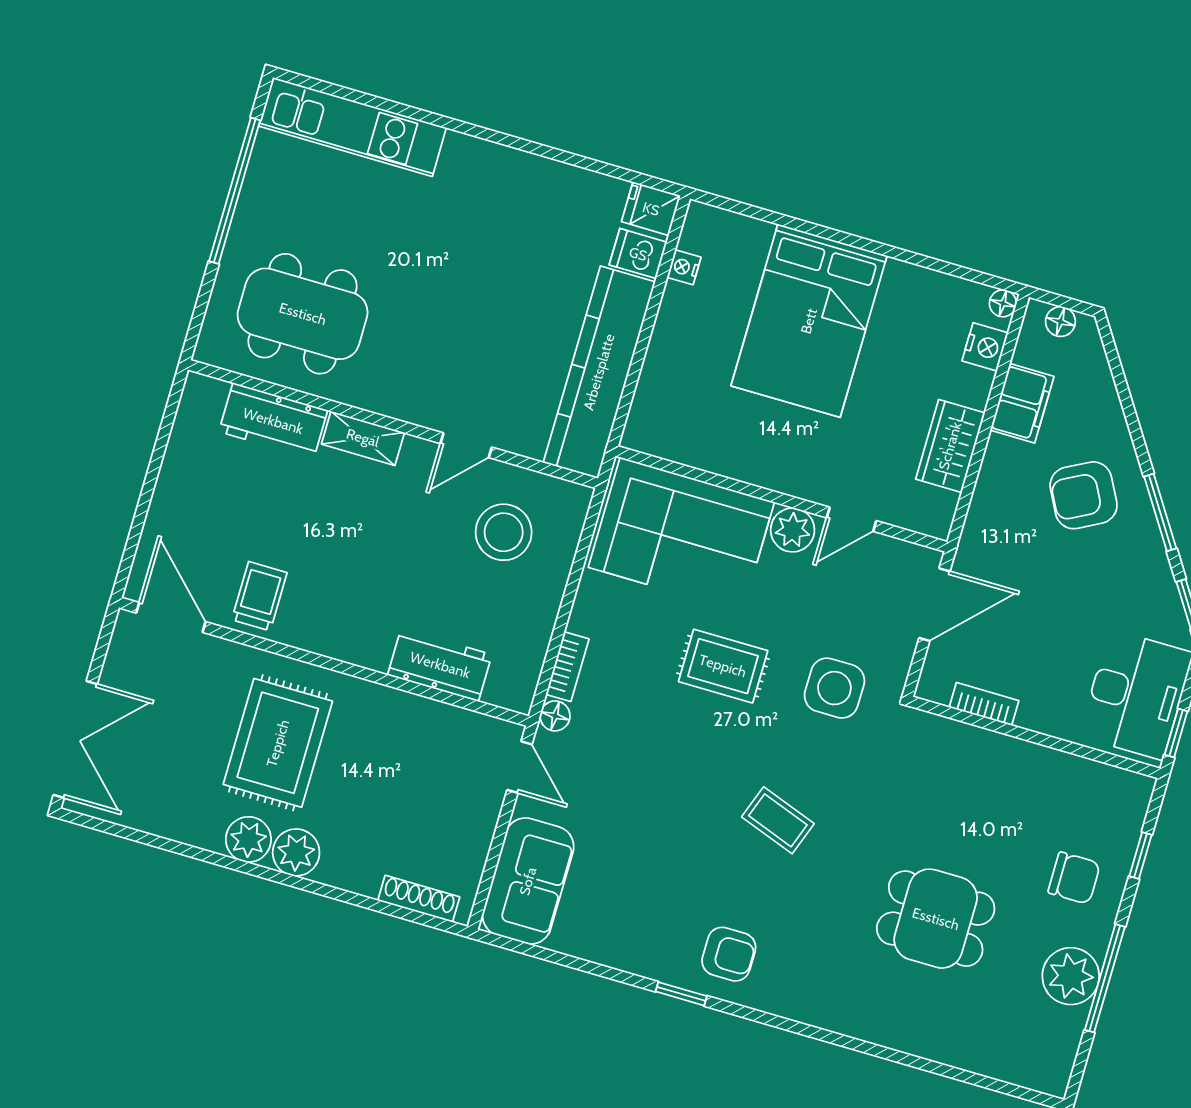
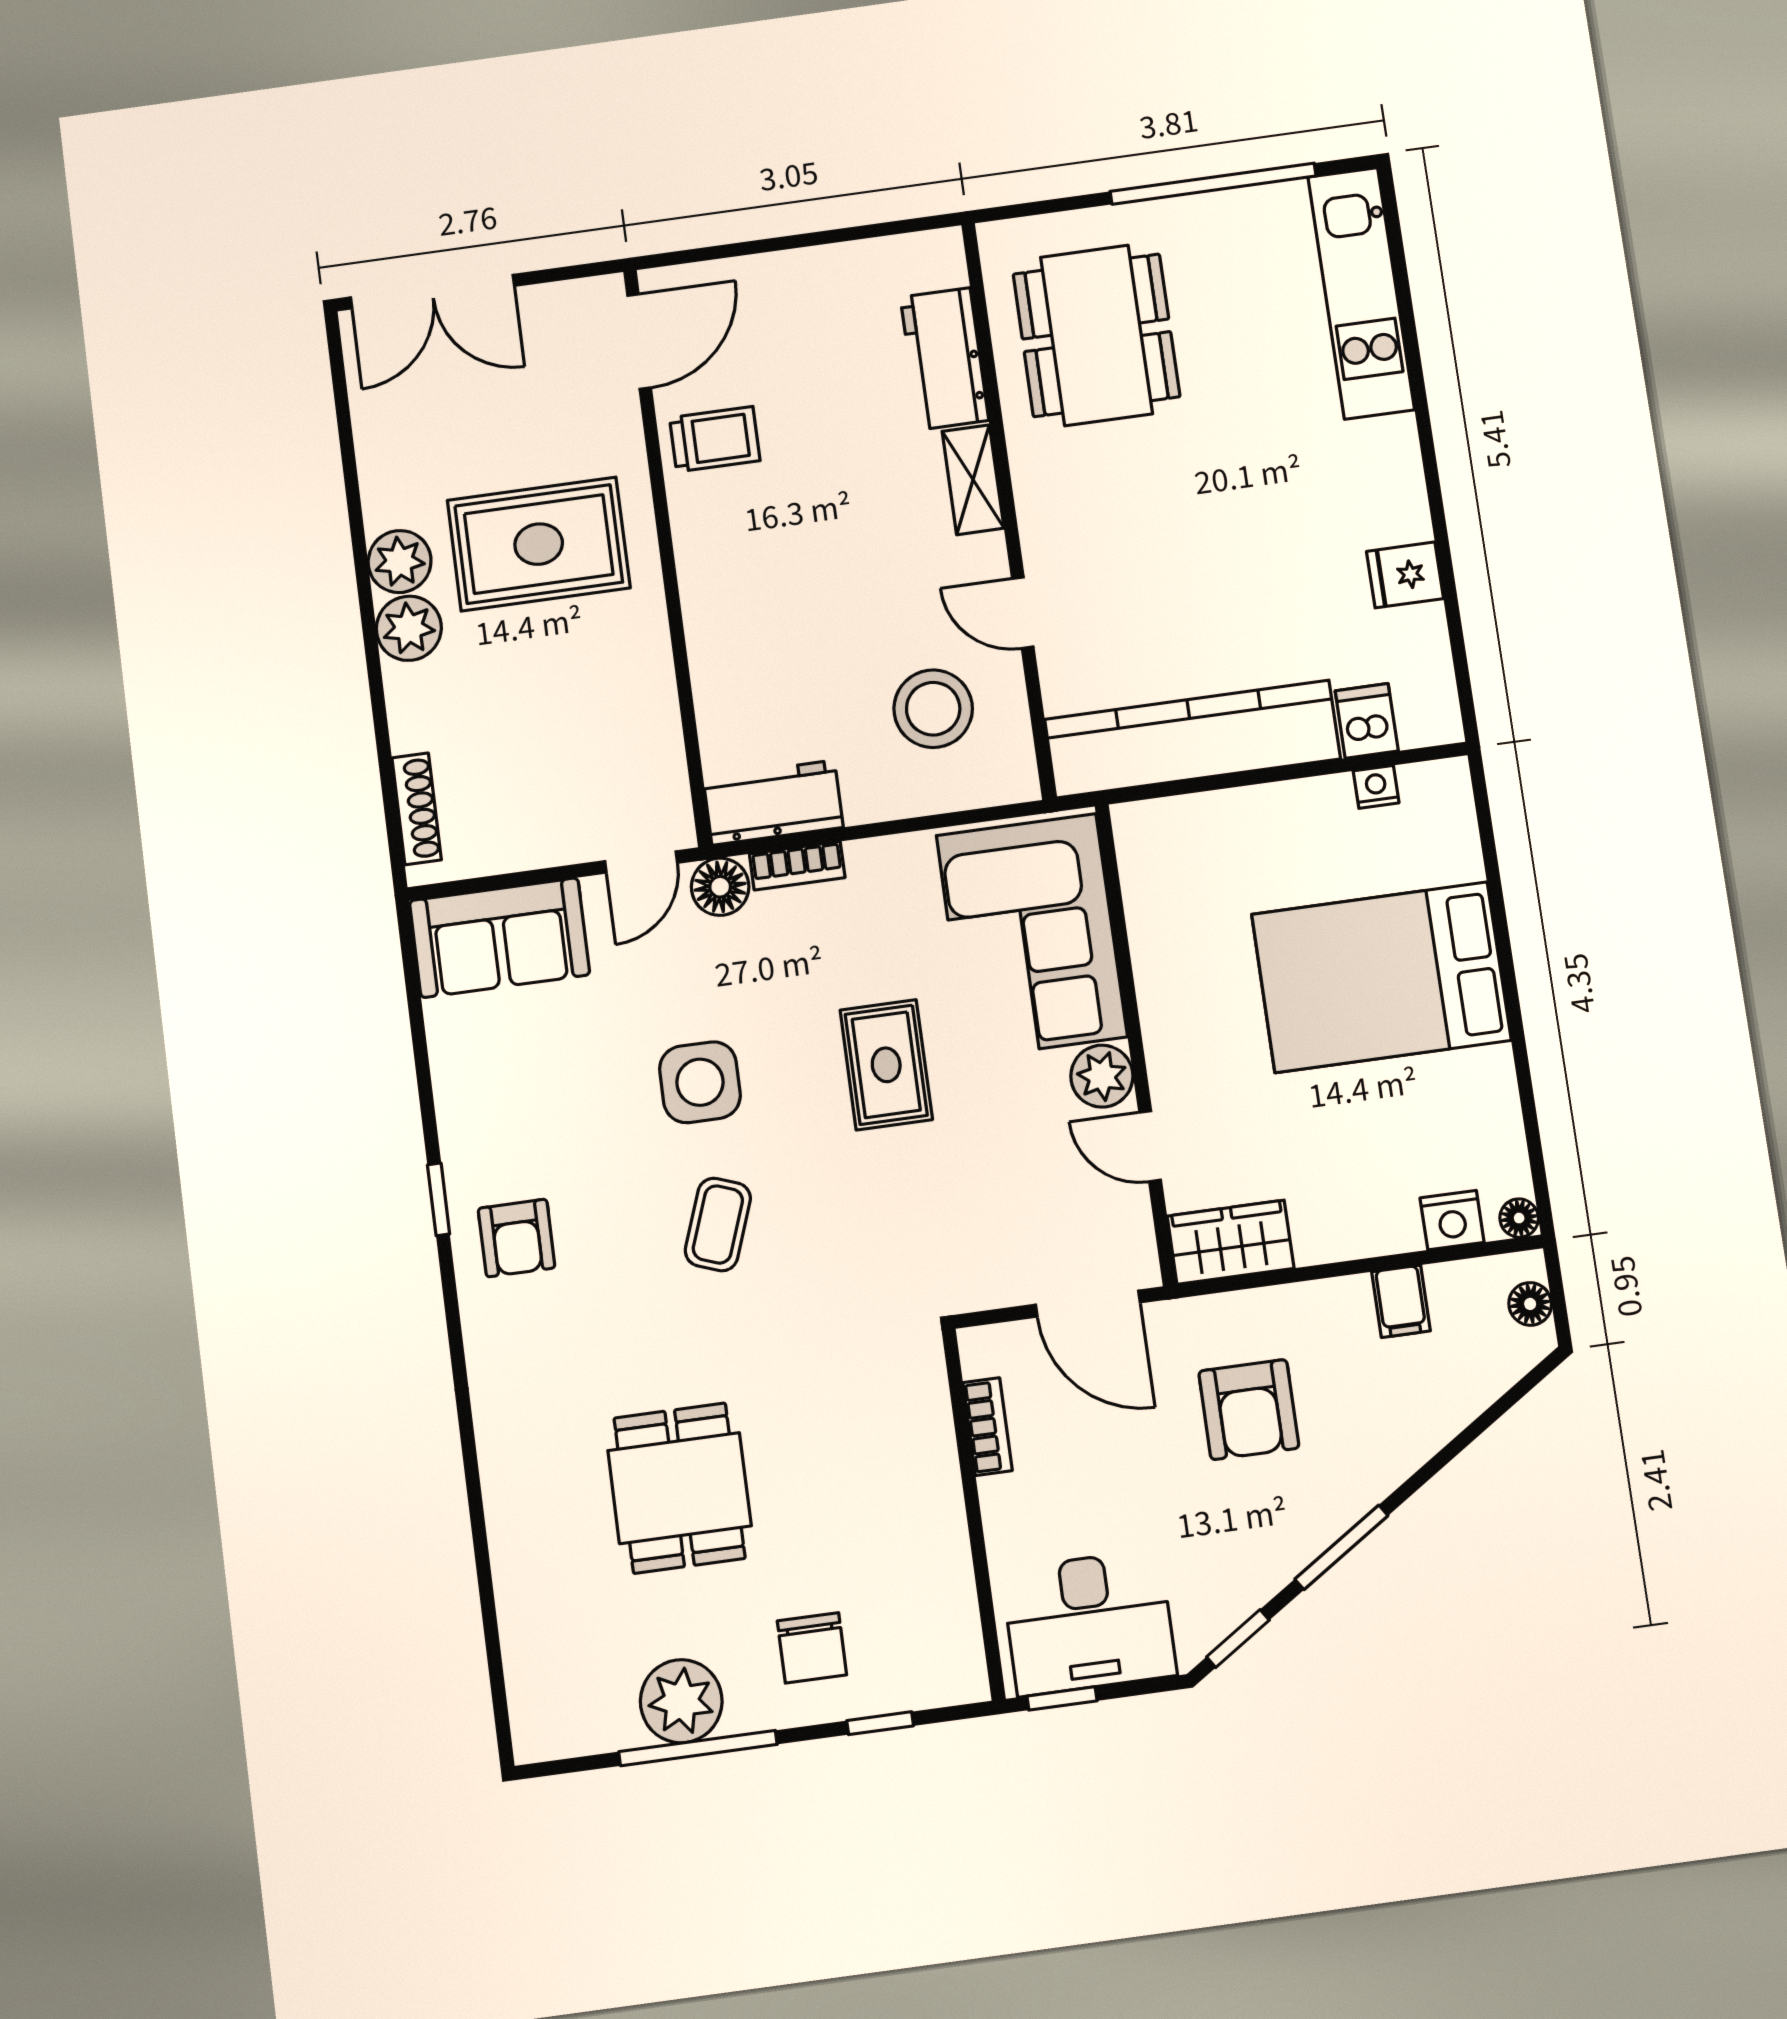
fridge: (651, 209) -> (1405, 575), moved, turned -90
filing cabinet: (1022, 403) -> (1401, 1301), width x0.50
wardrobe: (950, 446) -> (1231, 1242), moved
armchair: (1084, 495) -> (1249, 1410), moved, turned -152
workbench: (440, 665) -> (773, 803), moved, turned -90
side table: (834, 688) -> (700, 1082), moved
floor lamp: (555, 716) -> (720, 887), width x1.37, depth x1.37

